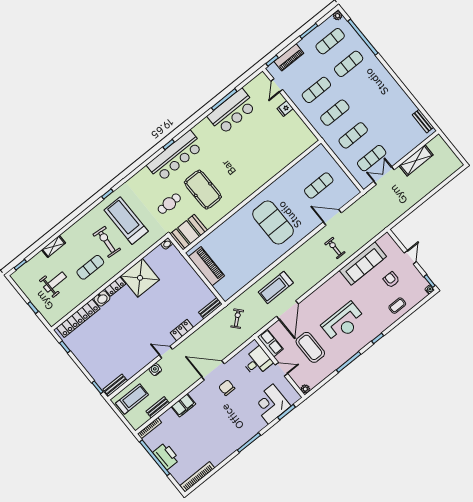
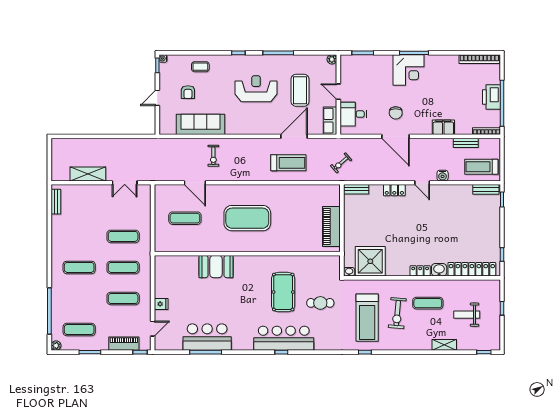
exercise mat: (349, 64) -> (79, 267), moved
exercise mat: (372, 158) -> (123, 205), removed
exercise mat: (273, 222) -> (247, 218), turned 90
booth: (189, 232) -> (216, 267), moved
shower: (140, 278) -> (370, 261), moved
corner desk: (271, 404) -> (408, 70), moved

